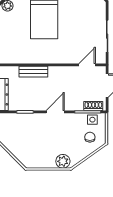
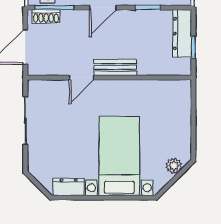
door: (87, 65) -> (81, 78), moved
bench: (33, 72) -> (115, 68), moved

